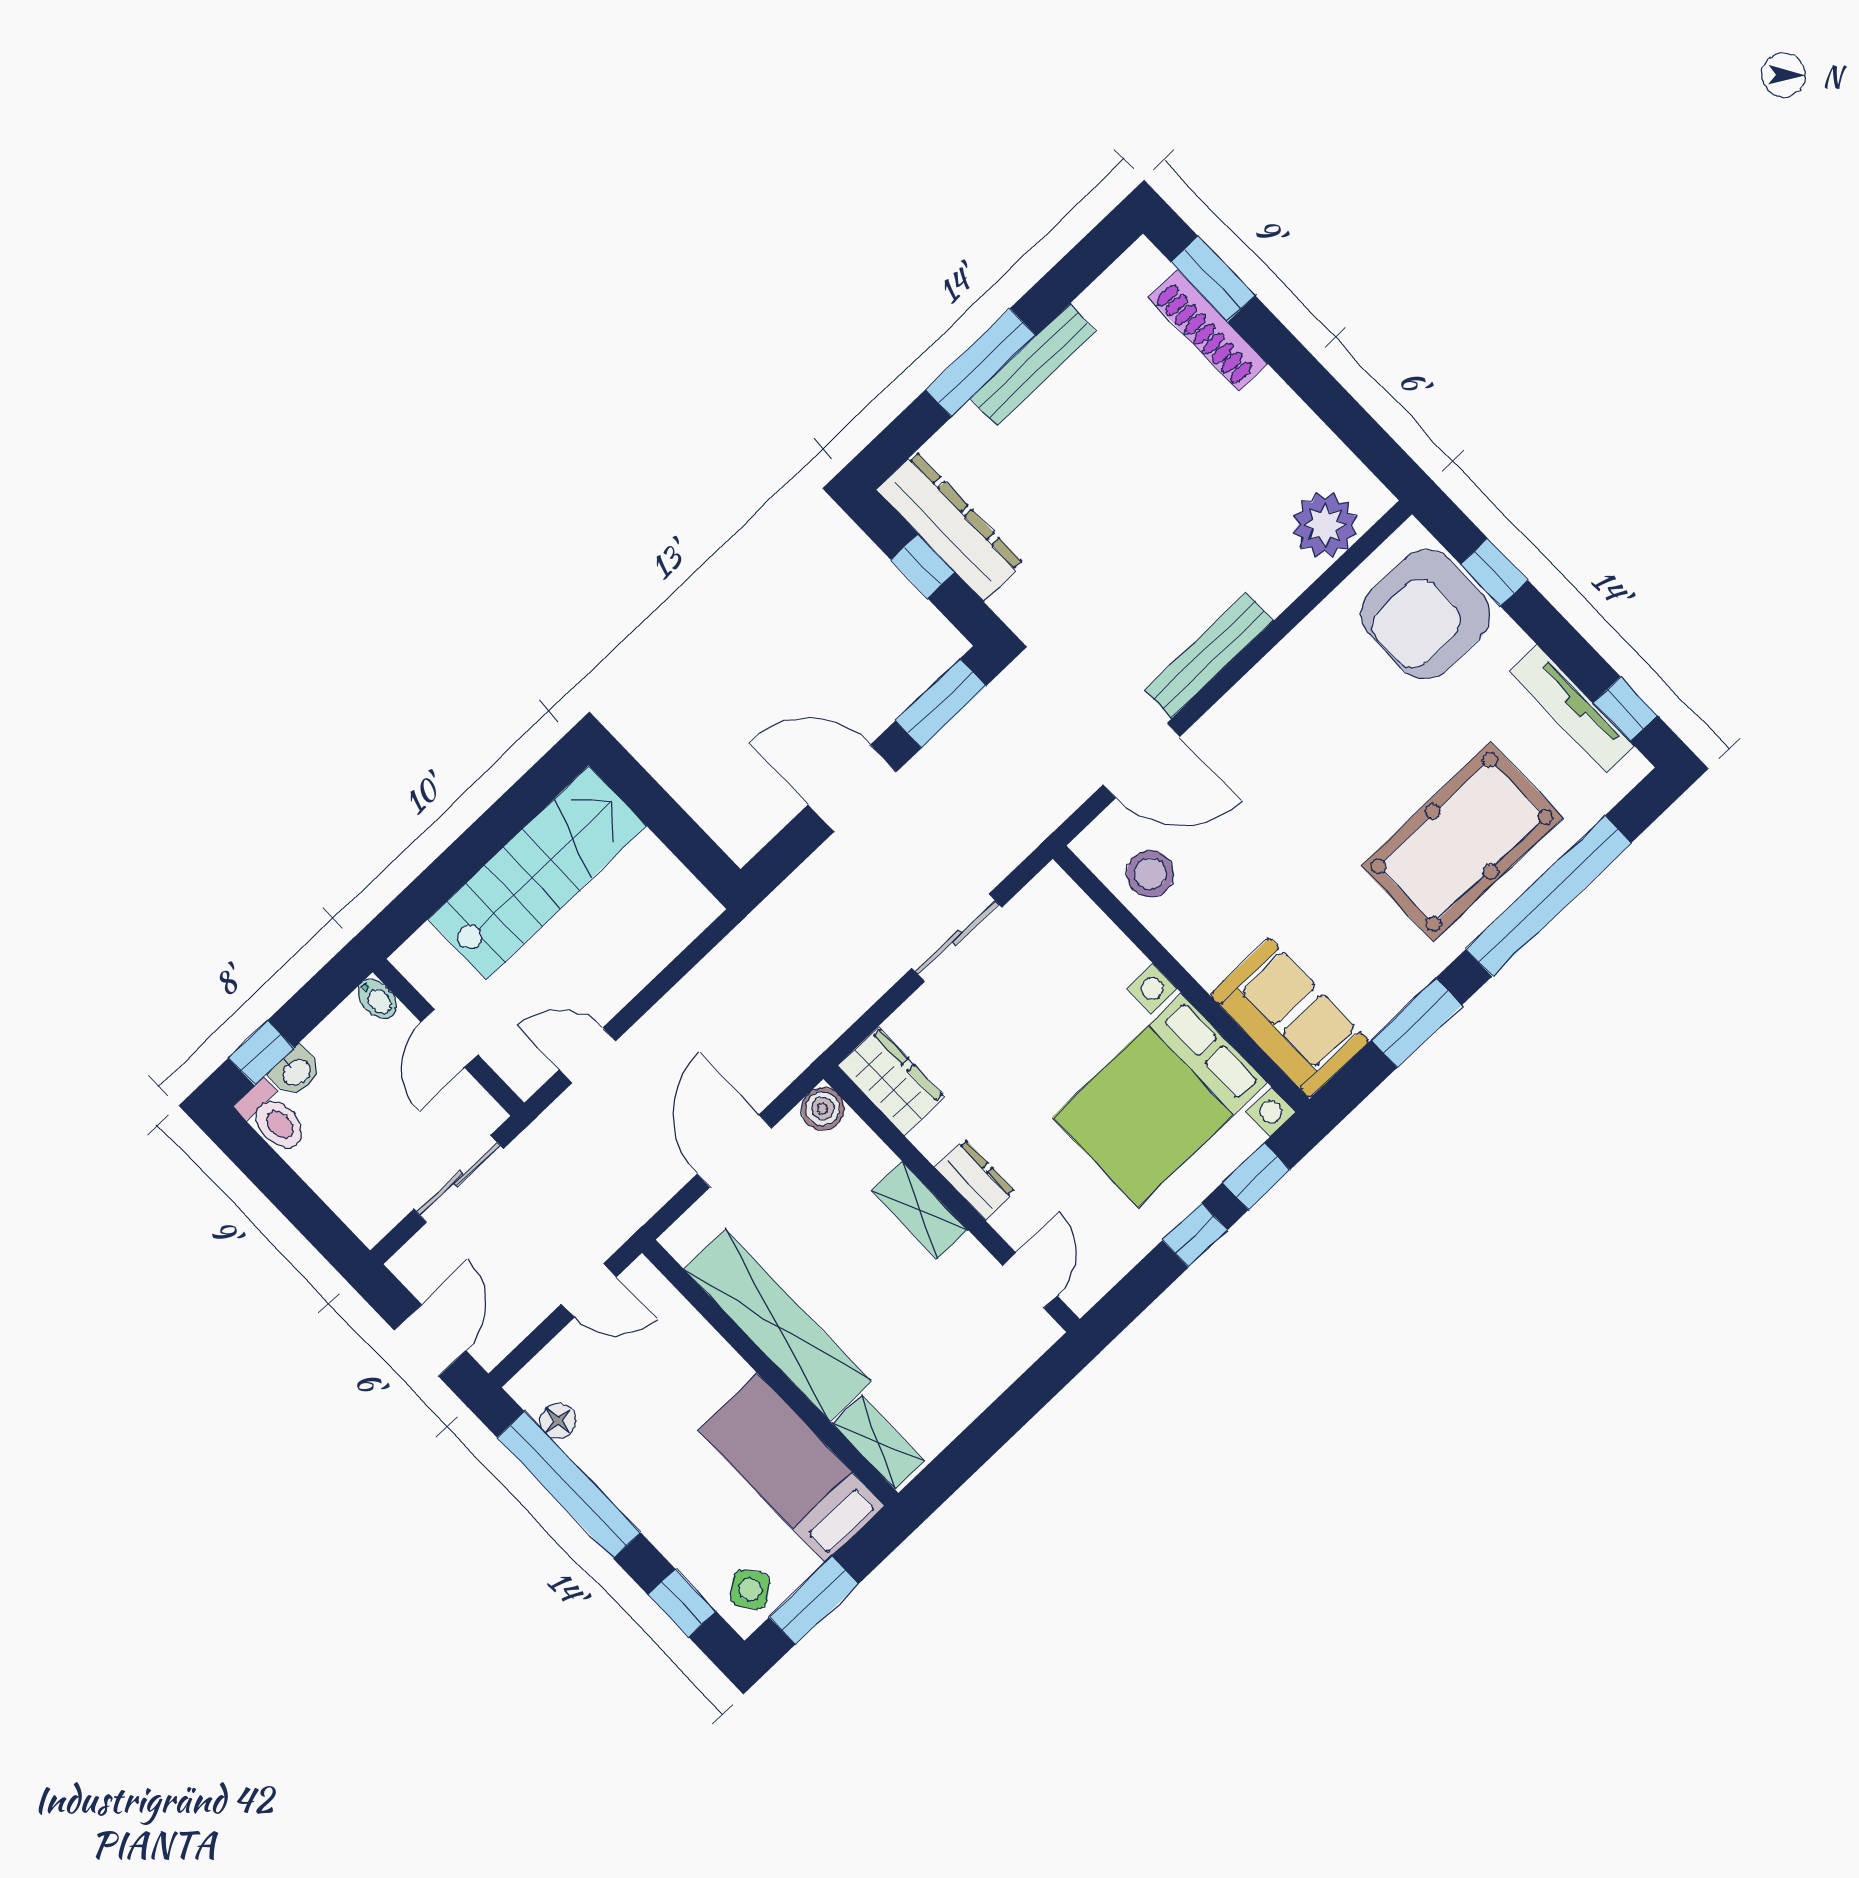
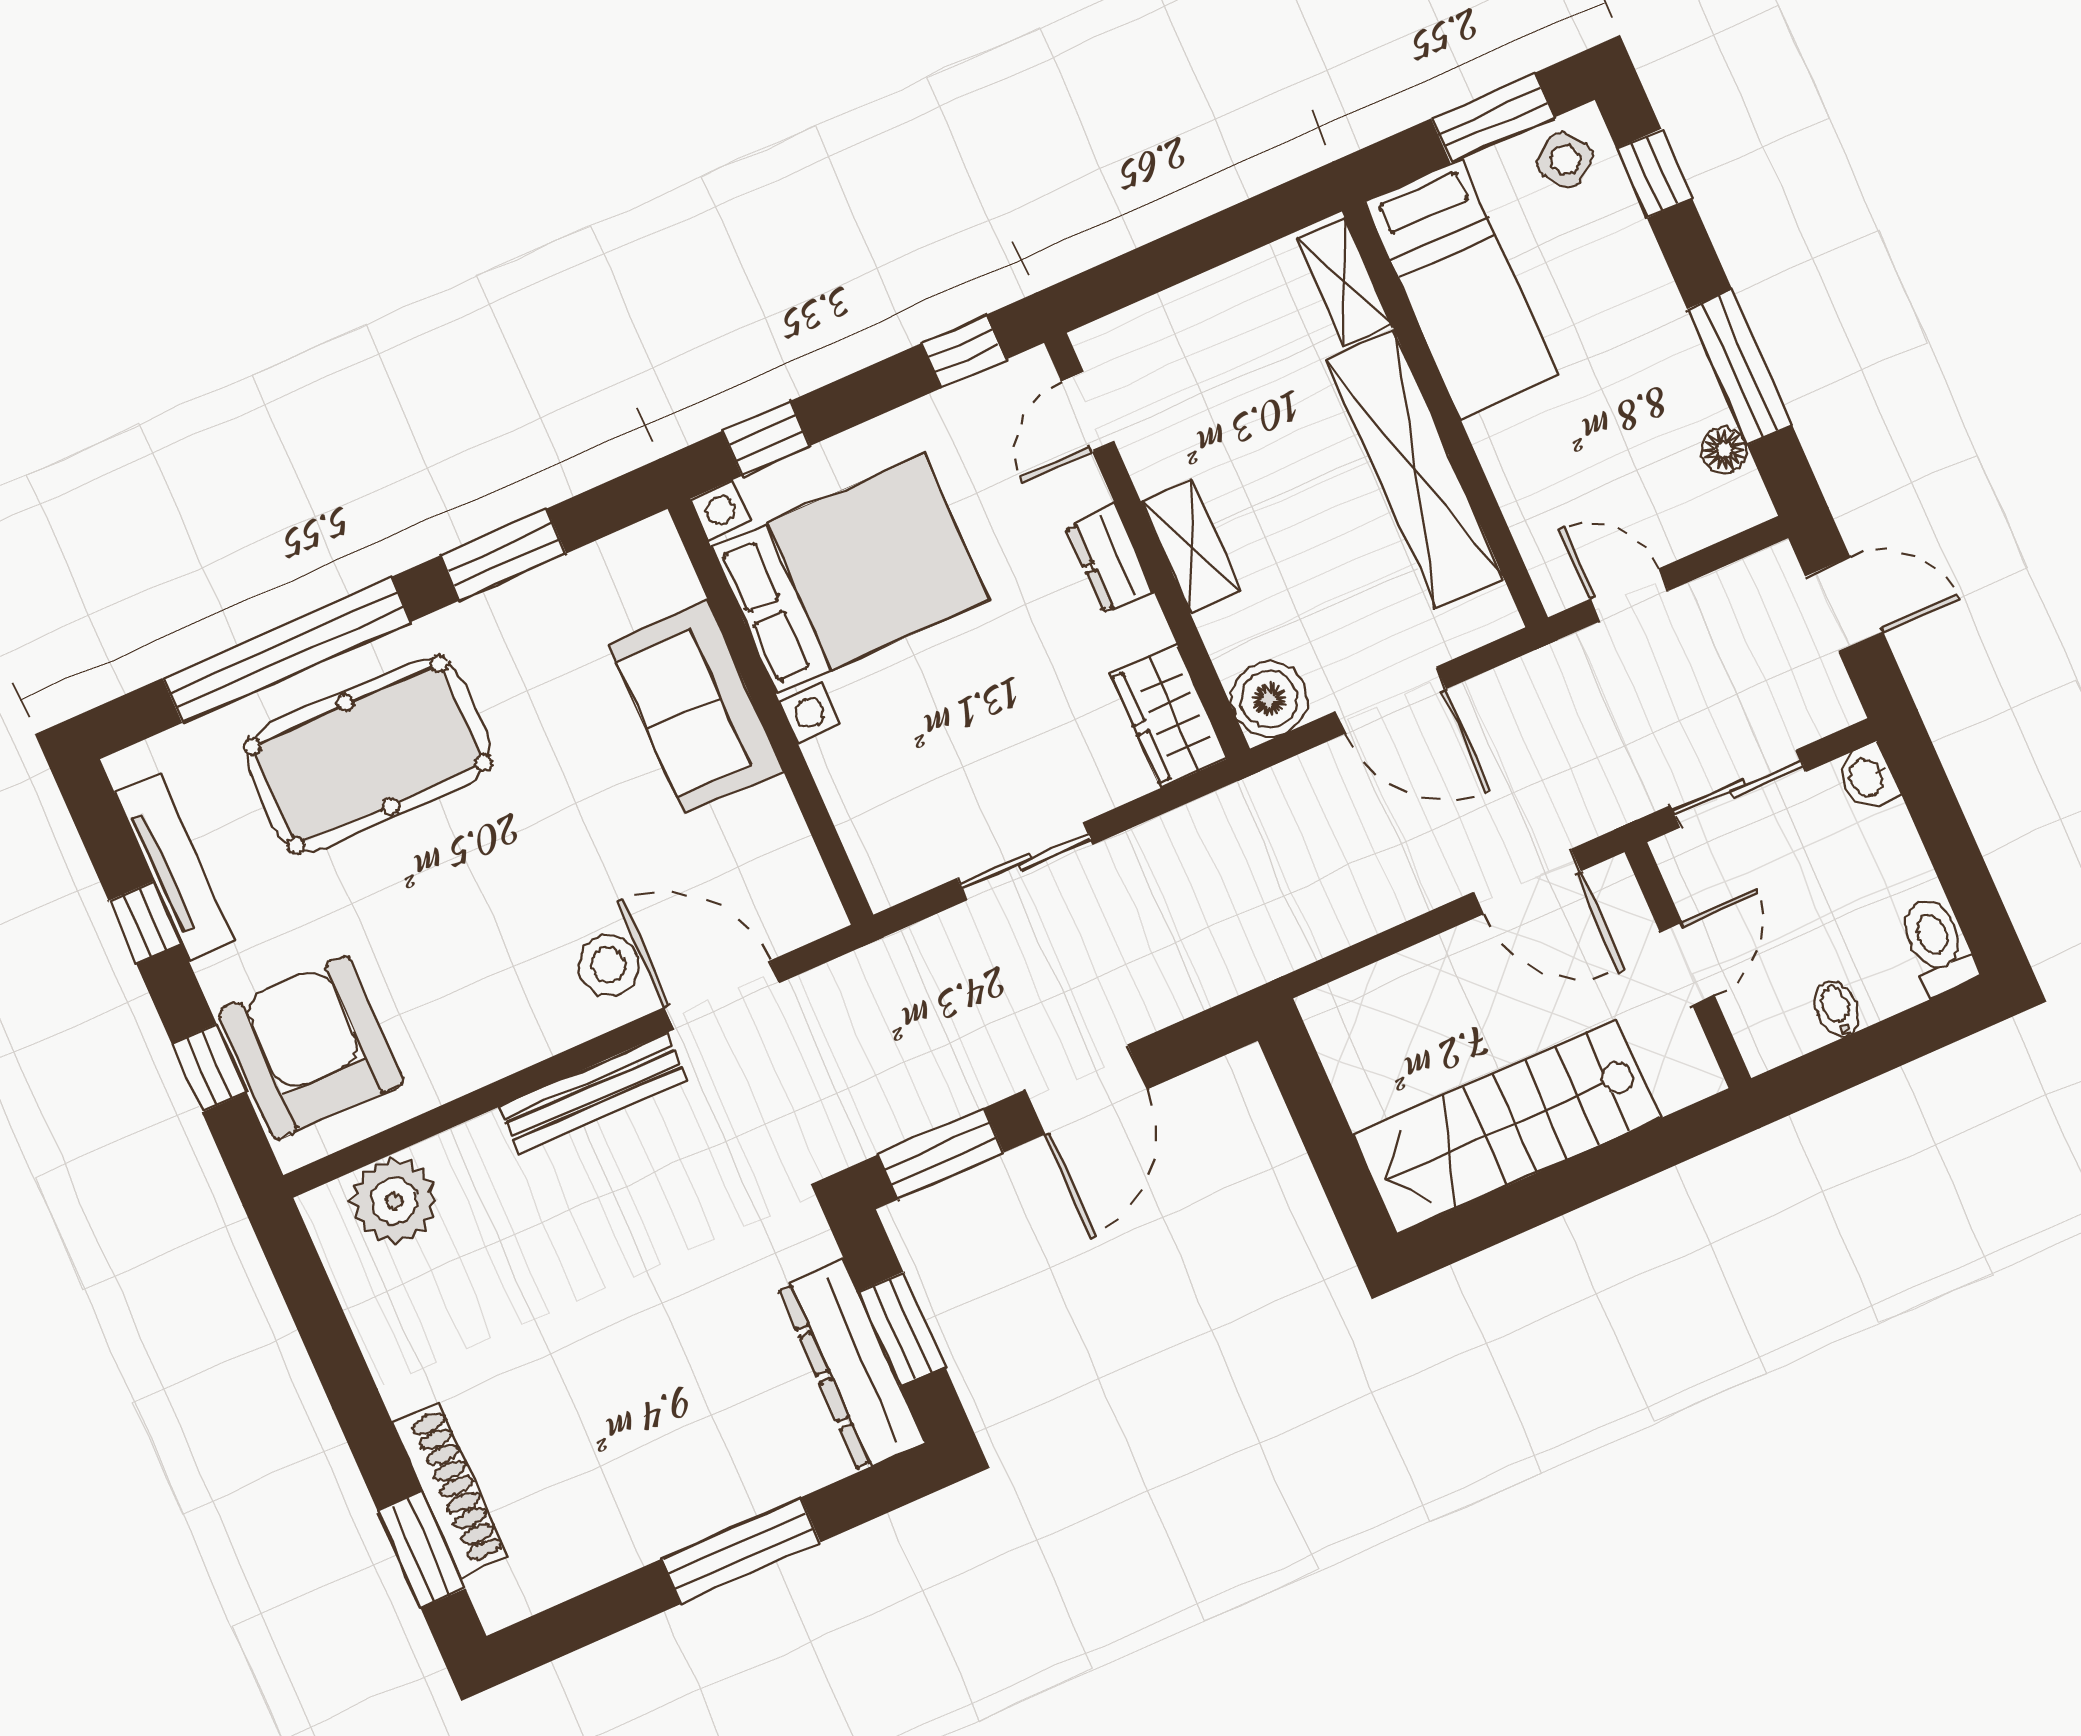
bench: (1033, 365) -> (678, 1524), removed
window: (923, 566) -> (902, 1329), width x1.50
armchair: (1426, 614) -> (311, 1047), turned -90
window: (1625, 709) -> (145, 923), moved
door: (852, 788) -> (1086, 1090), hinge flipped
stool: (1150, 874) -> (609, 966), moved
bidet: (377, 999) -> (1837, 1009), moved
sofa: (1289, 1018) -> (696, 707), moved
window: (261, 1053) -> (1923, 1029), removed
door: (587, 1055) -> (1527, 882), width x1.38
washbasin: (296, 1071) -> (1868, 777), moved, turned -90
boiler: (823, 1109) -> (1269, 699), width x1.36, depth x1.36
door: (734, 1151) -> (1390, 700), hinge flipped
window: (1195, 1235) -> (963, 351), moved
door: (430, 1340) -> (1844, 605), swing flipped
window: (569, 1485) -> (1740, 367), width x0.68

